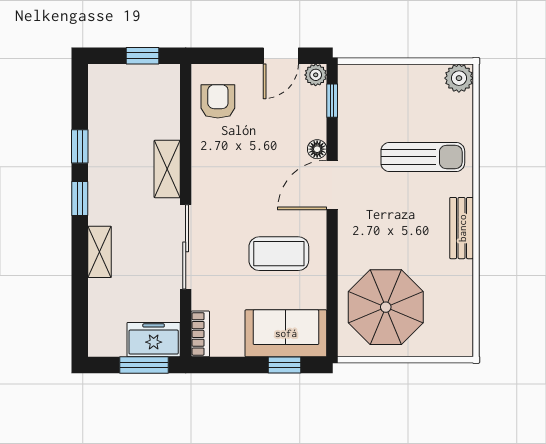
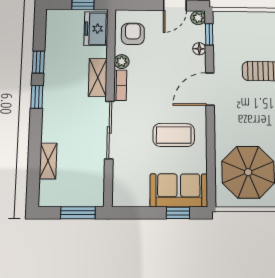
plant: (202, 144) -> (122, 62), added
floor lamp: (317, 149) -> (199, 49), moved
shelving: (100, 252) -> (48, 161), moved
bookcase: (200, 334) -> (120, 85), moved
freezer: (154, 340) -> (96, 29), moved, turned -90

